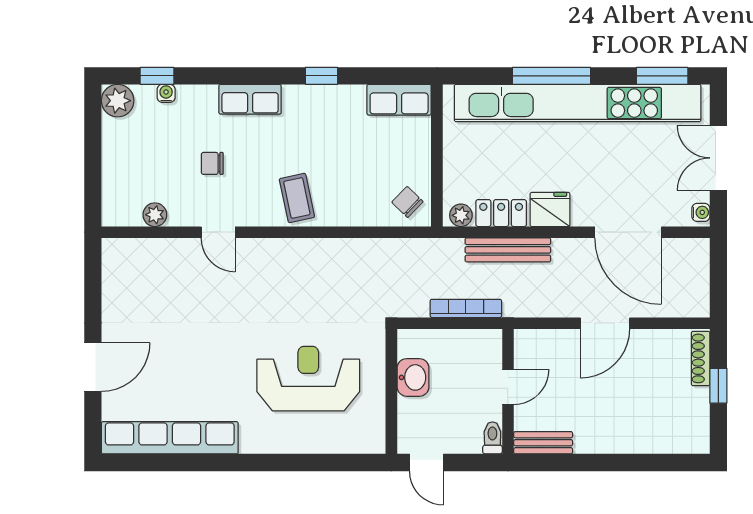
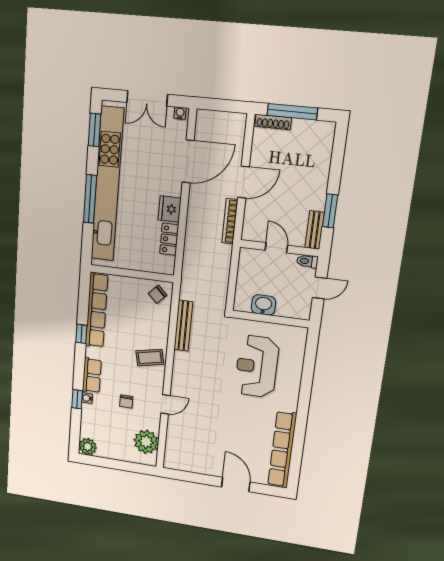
window: (157, 76) -> (77, 399), moved
water cooler: (166, 93) -> (87, 398), moved
row of seats: (399, 100) -> (97, 310), width x2.02
plant: (155, 215) -> (146, 442), width x1.87, depth x1.87
plant: (461, 215) -> (168, 264), removed
bench: (508, 250) -> (183, 326), moved
bookcase: (466, 308) -> (230, 221), moved
door: (605, 323) -> (243, 182), hinge flipped
window: (718, 386) -> (292, 112), width x2.17
door: (426, 463) -> (320, 288), moved
window: (575, 463) -> (330, 211), added

